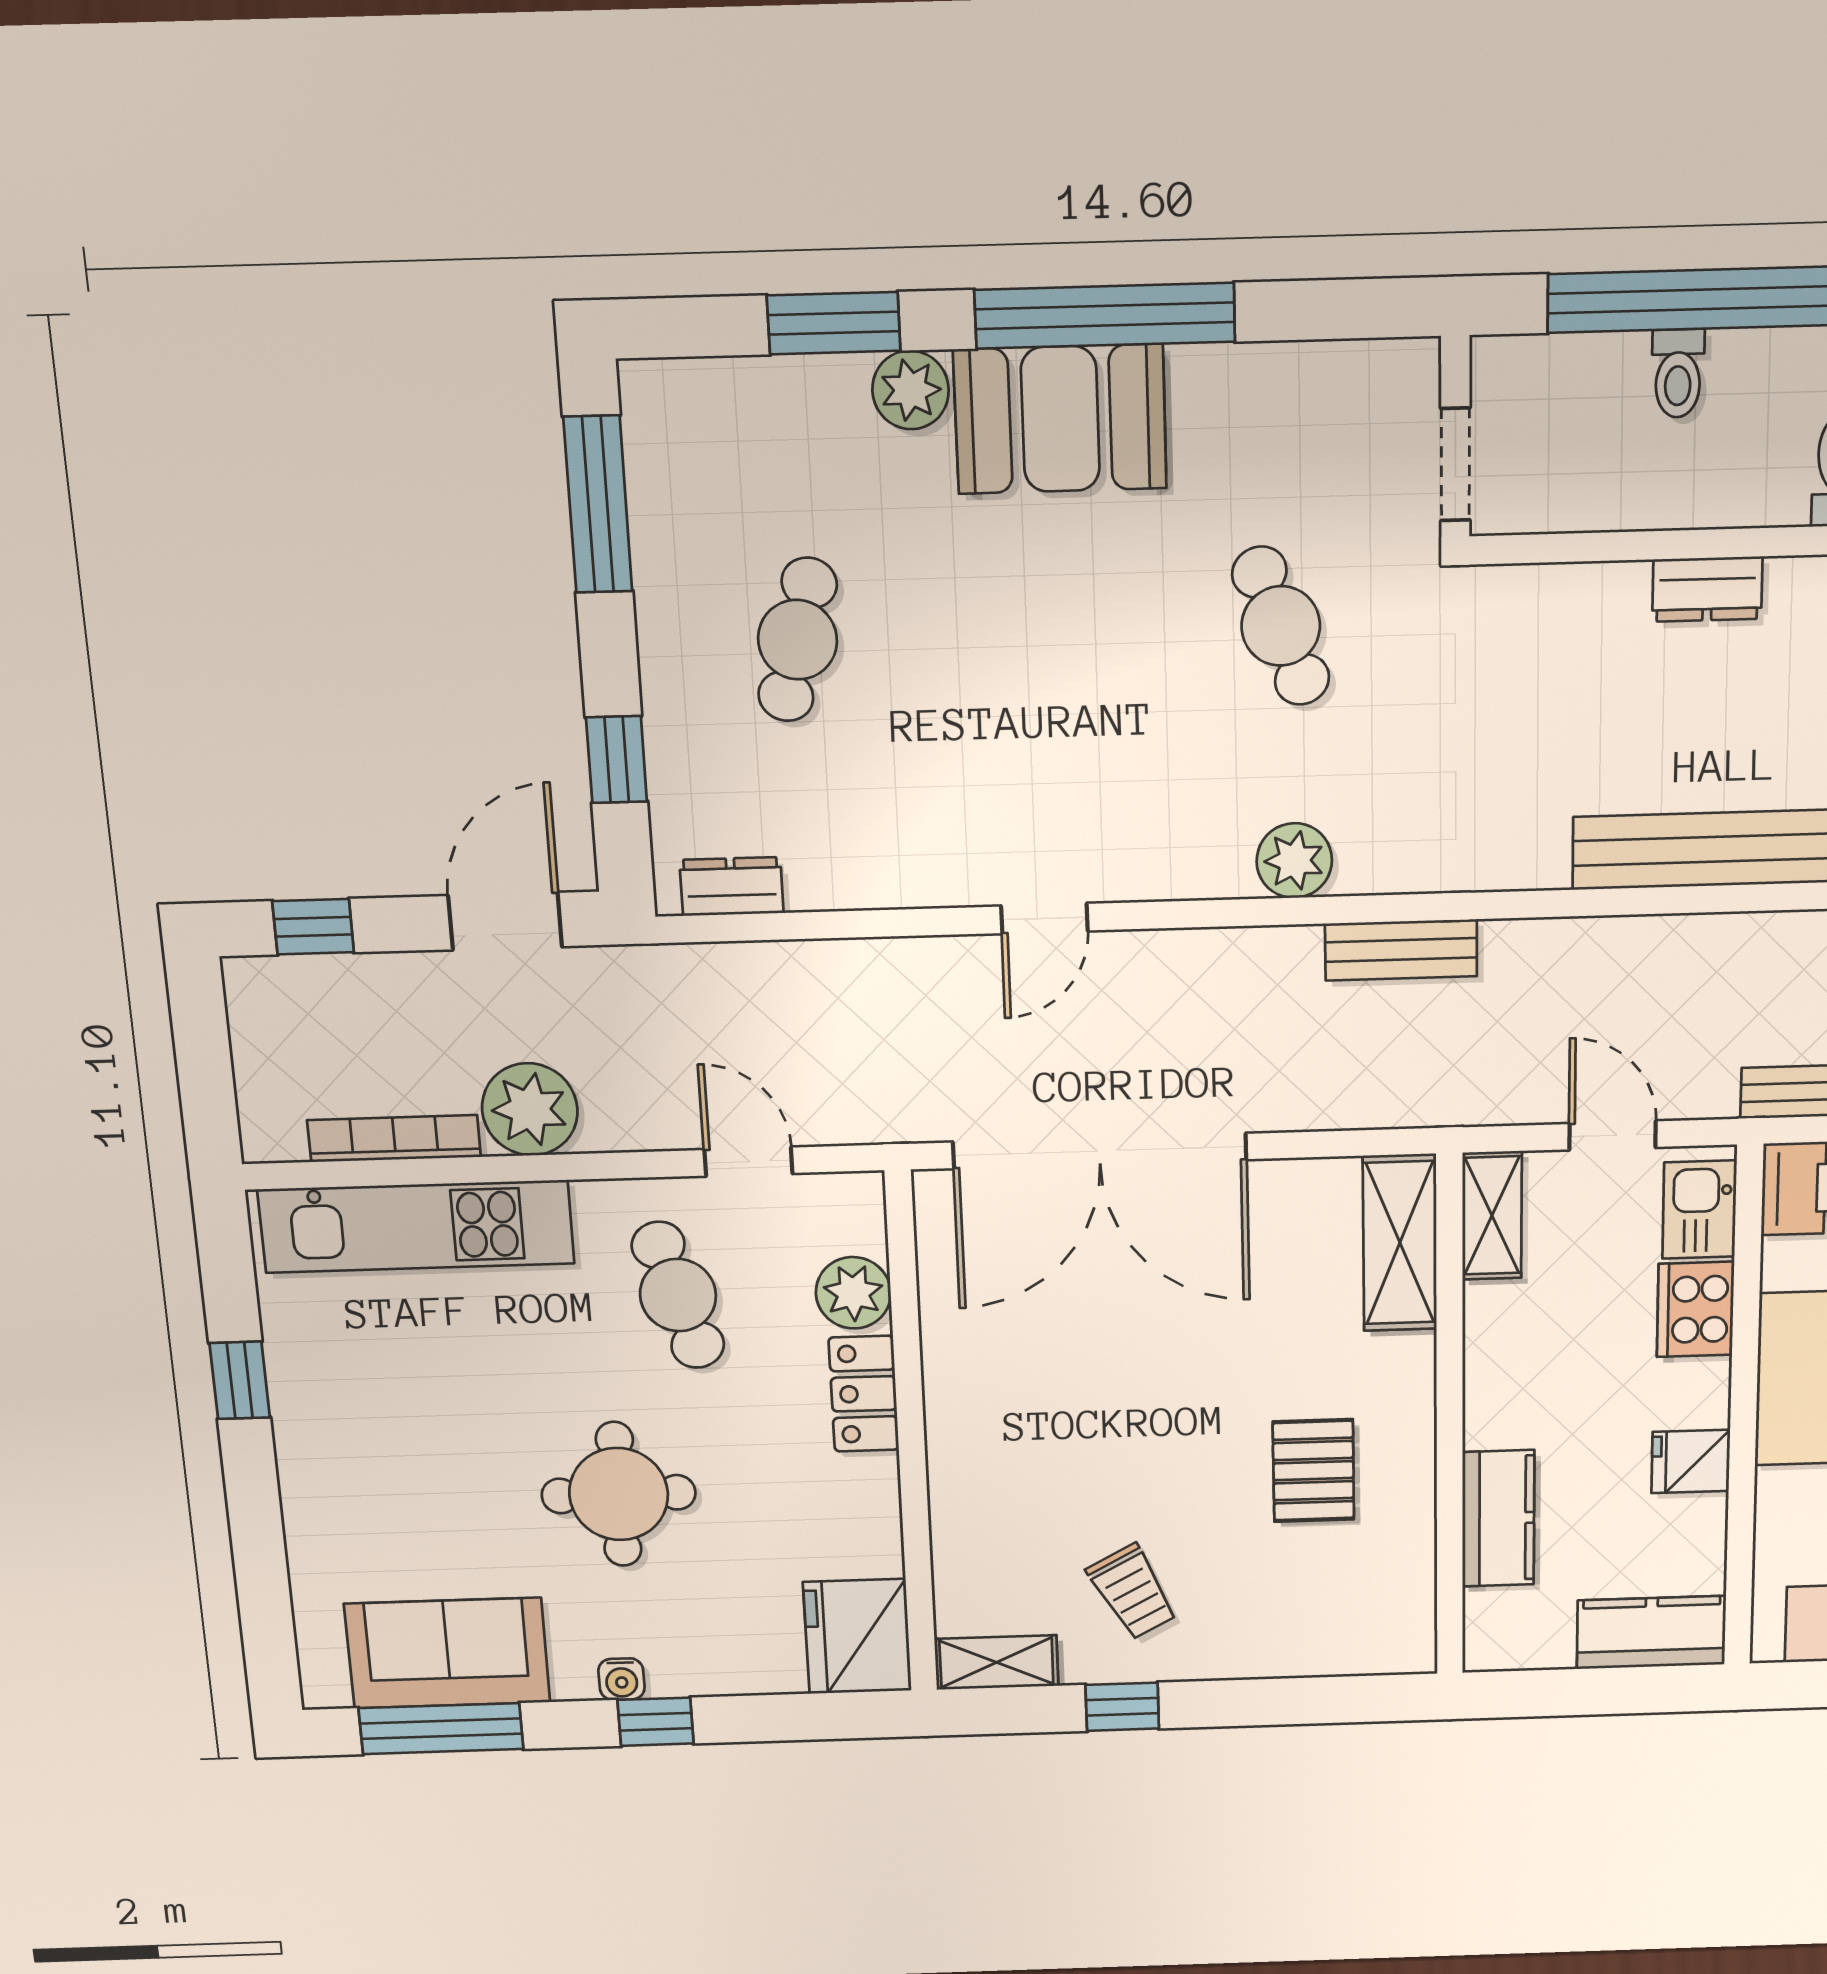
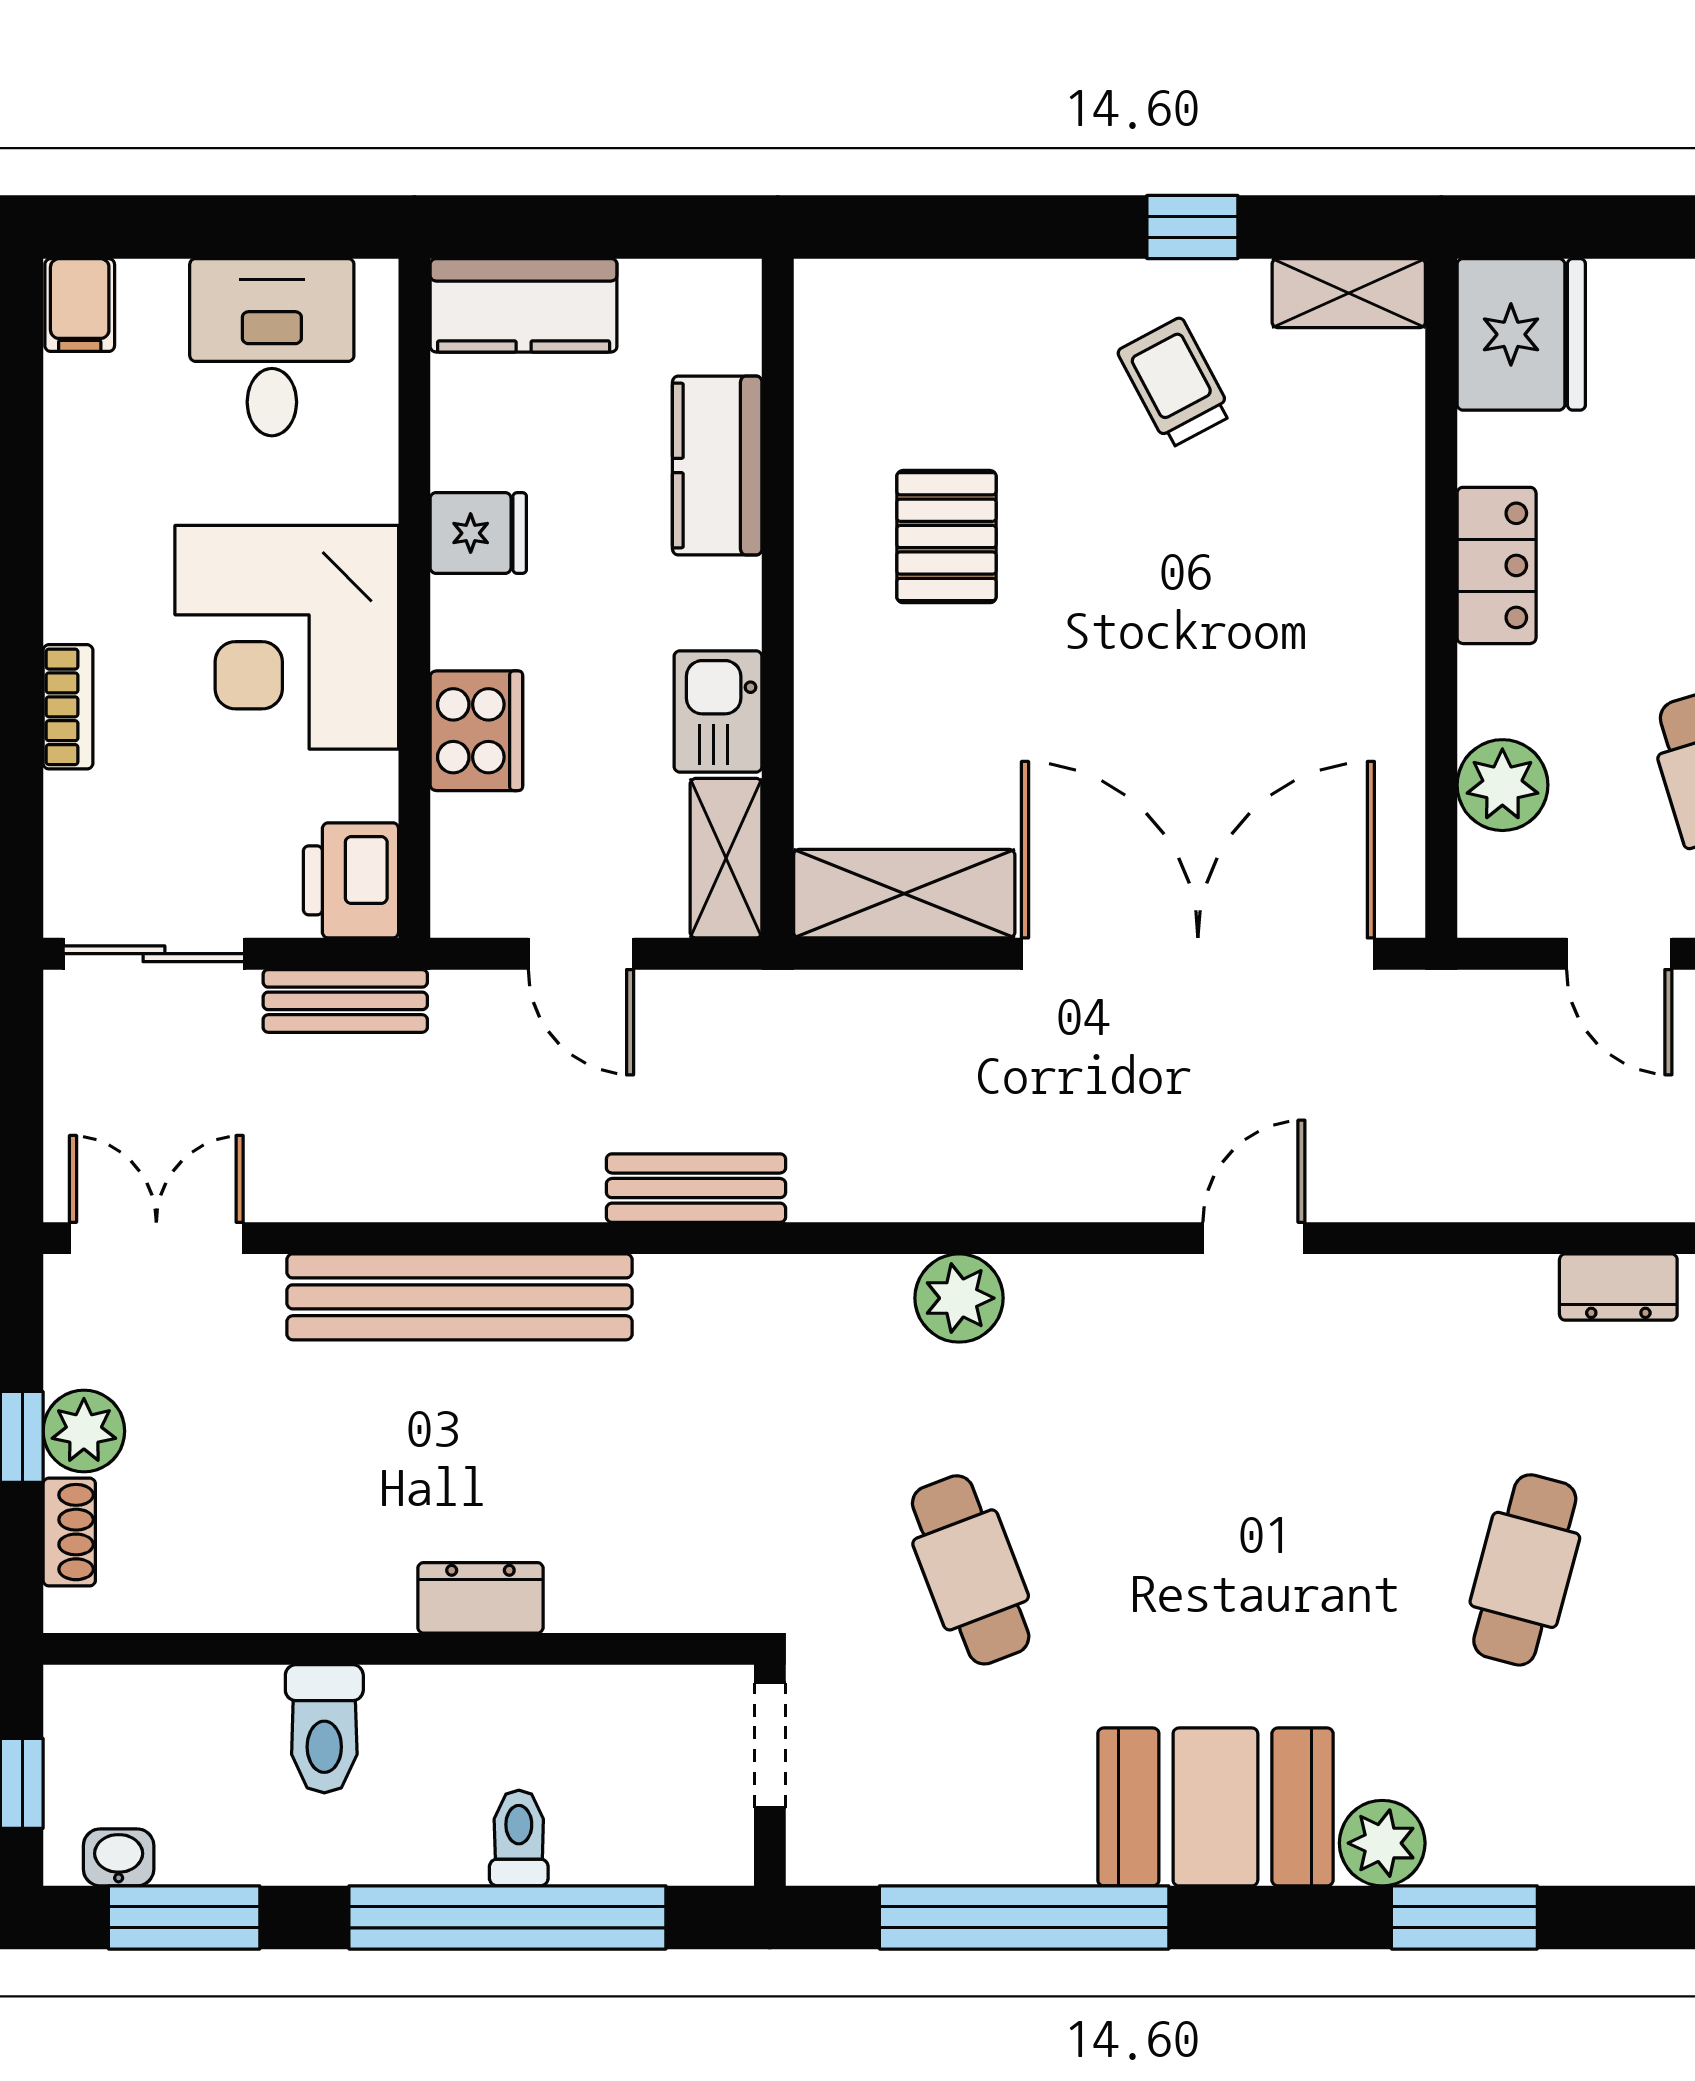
window: (1105, 316) -> (1024, 1917), moved
bench: (1401, 950) -> (696, 1188), moved
kitchen sink: (1700, 1210) -> (718, 711), moved, turned 180
shelving: (1400, 1243) -> (904, 894), moved, turned 90
locker: (864, 1394) -> (1497, 565), moved

